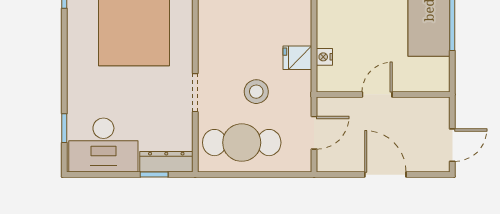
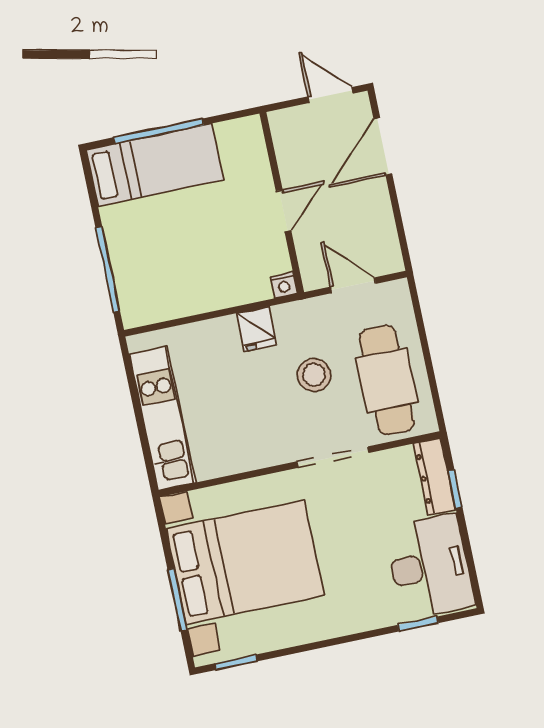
nightstand: (324, 57) -> (284, 285), moved
doorway: (195, 93) -> (333, 457), width x1.38
door: (377, 94) -> (284, 211), swing flipped
door: (385, 175) -> (383, 146), moved

